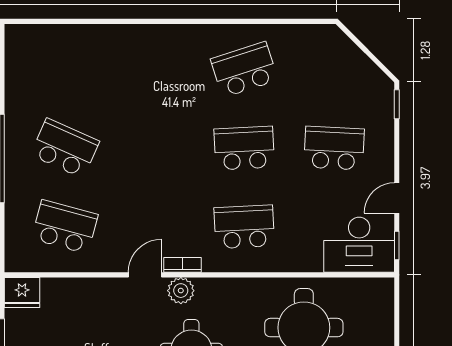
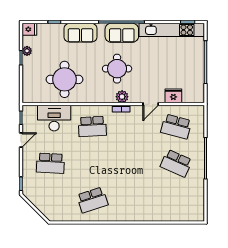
school desk: (244, 148) -> (92, 163), removed
desk: (359, 245) -> (54, 118), moved
door: (145, 275) -> (151, 104), moved
fridge: (22, 292) -> (173, 96), moved

